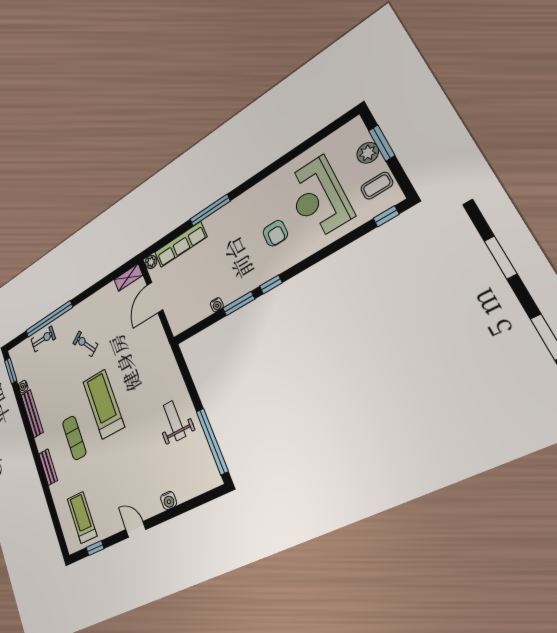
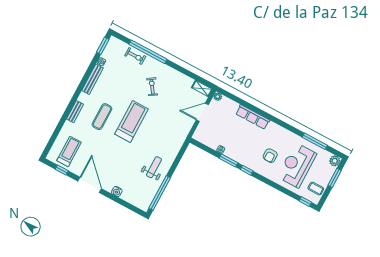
plant: (368, 153) -> (335, 161), moved
window: (210, 210) -> (315, 141), moved
row of seats: (181, 245) -> (253, 117), moved
door: (136, 530) -> (90, 185), width x1.87

